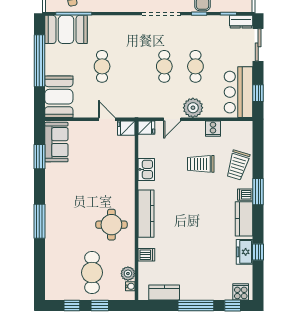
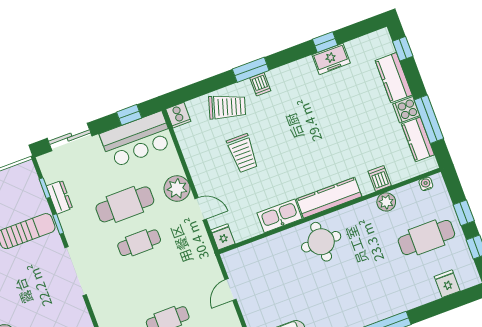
dresser: (241, 22) -> (60, 197), moved
cafe table: (195, 66) -> (125, 204), width x1.37, depth x1.35
fridge: (126, 128) -> (447, 284), moved, turned 180
cooker: (213, 129) -> (178, 115), moved, turned 90
kitchen sink: (146, 169) -> (280, 216), width x1.38
kitchen counter: (244, 219) -> (394, 78), moved, turned 90
round table: (111, 225) -> (321, 242), moved
plant: (128, 274) -> (386, 202), moved
cooker: (241, 292) -> (406, 110), moved
window: (196, 306) -> (429, 119), moved

